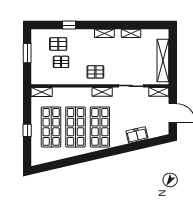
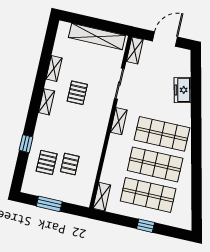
pallet: (95, 72) -> (77, 93), moved

